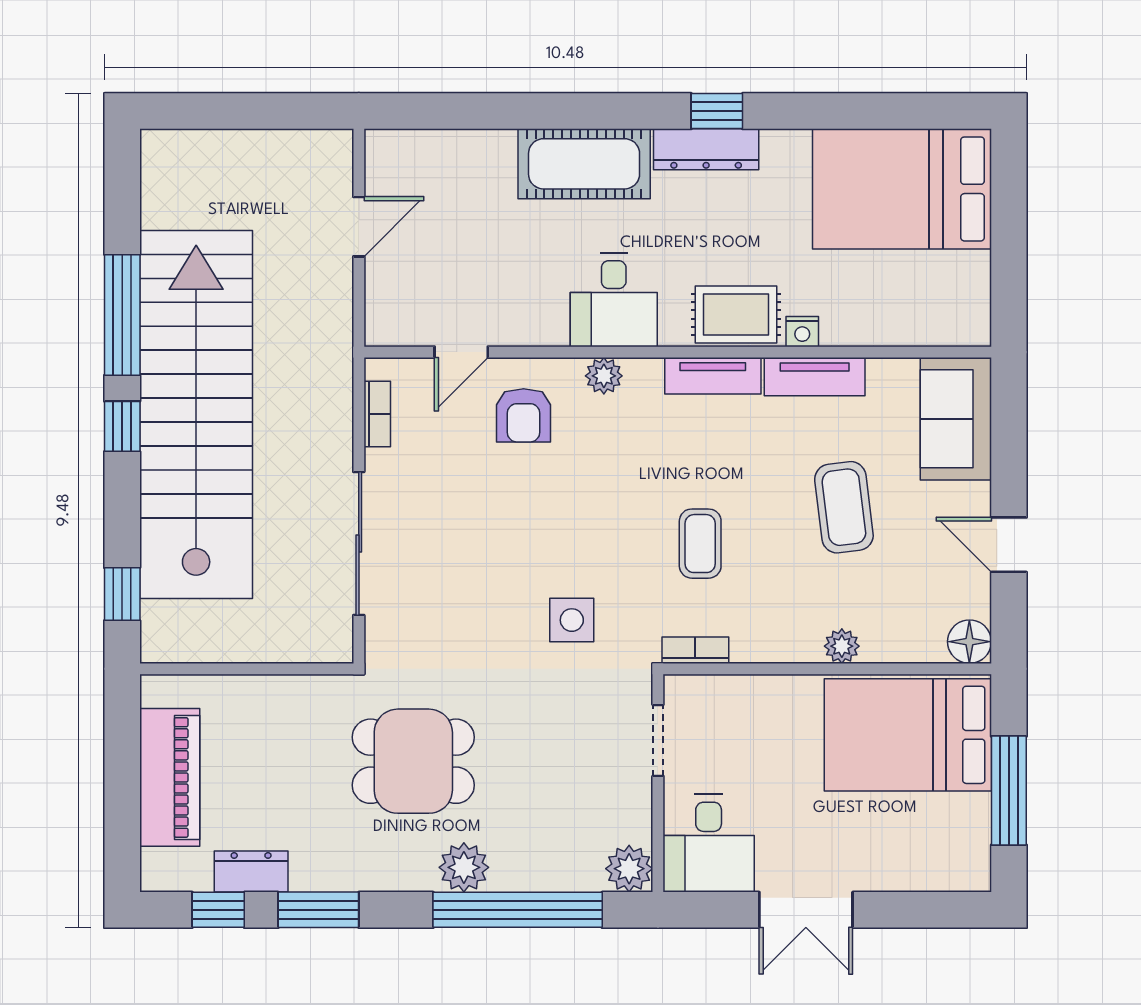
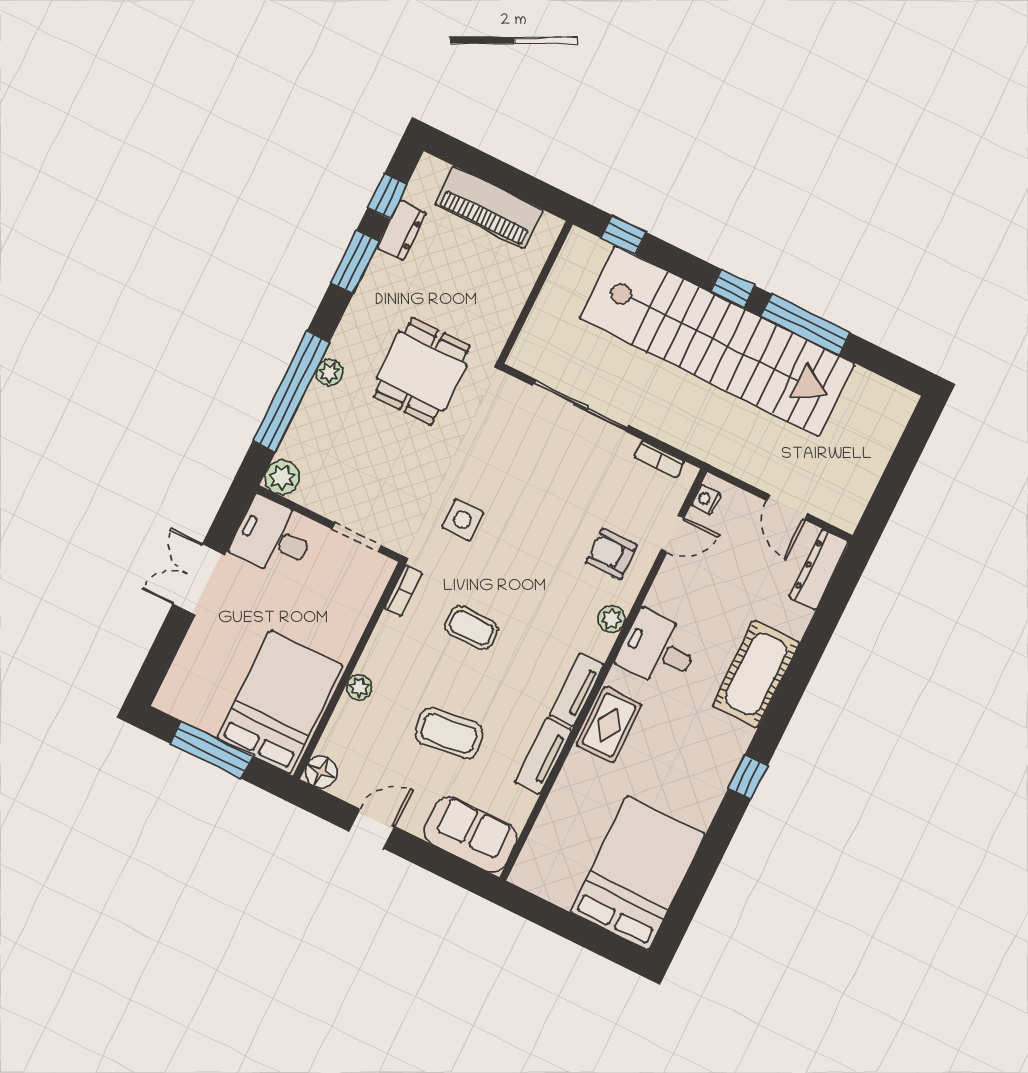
dresser: (706, 149) -> (819, 570), moved
nightstand: (802, 332) -> (706, 499), moved
door: (461, 352) -> (673, 534), swing flipped
plant: (464, 867) -> (329, 372), width x0.73, depth x0.73

